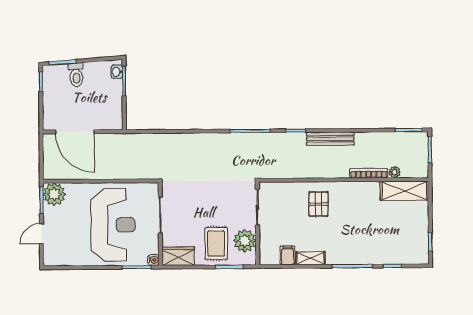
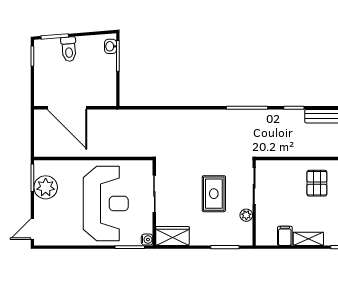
plant: (54, 194) -> (46, 187), moved
door: (42, 234) -> (32, 229), moved
plant: (245, 241) -> (246, 215), width x0.53, depth x0.53
rug: (216, 243) -> (214, 194), moved

